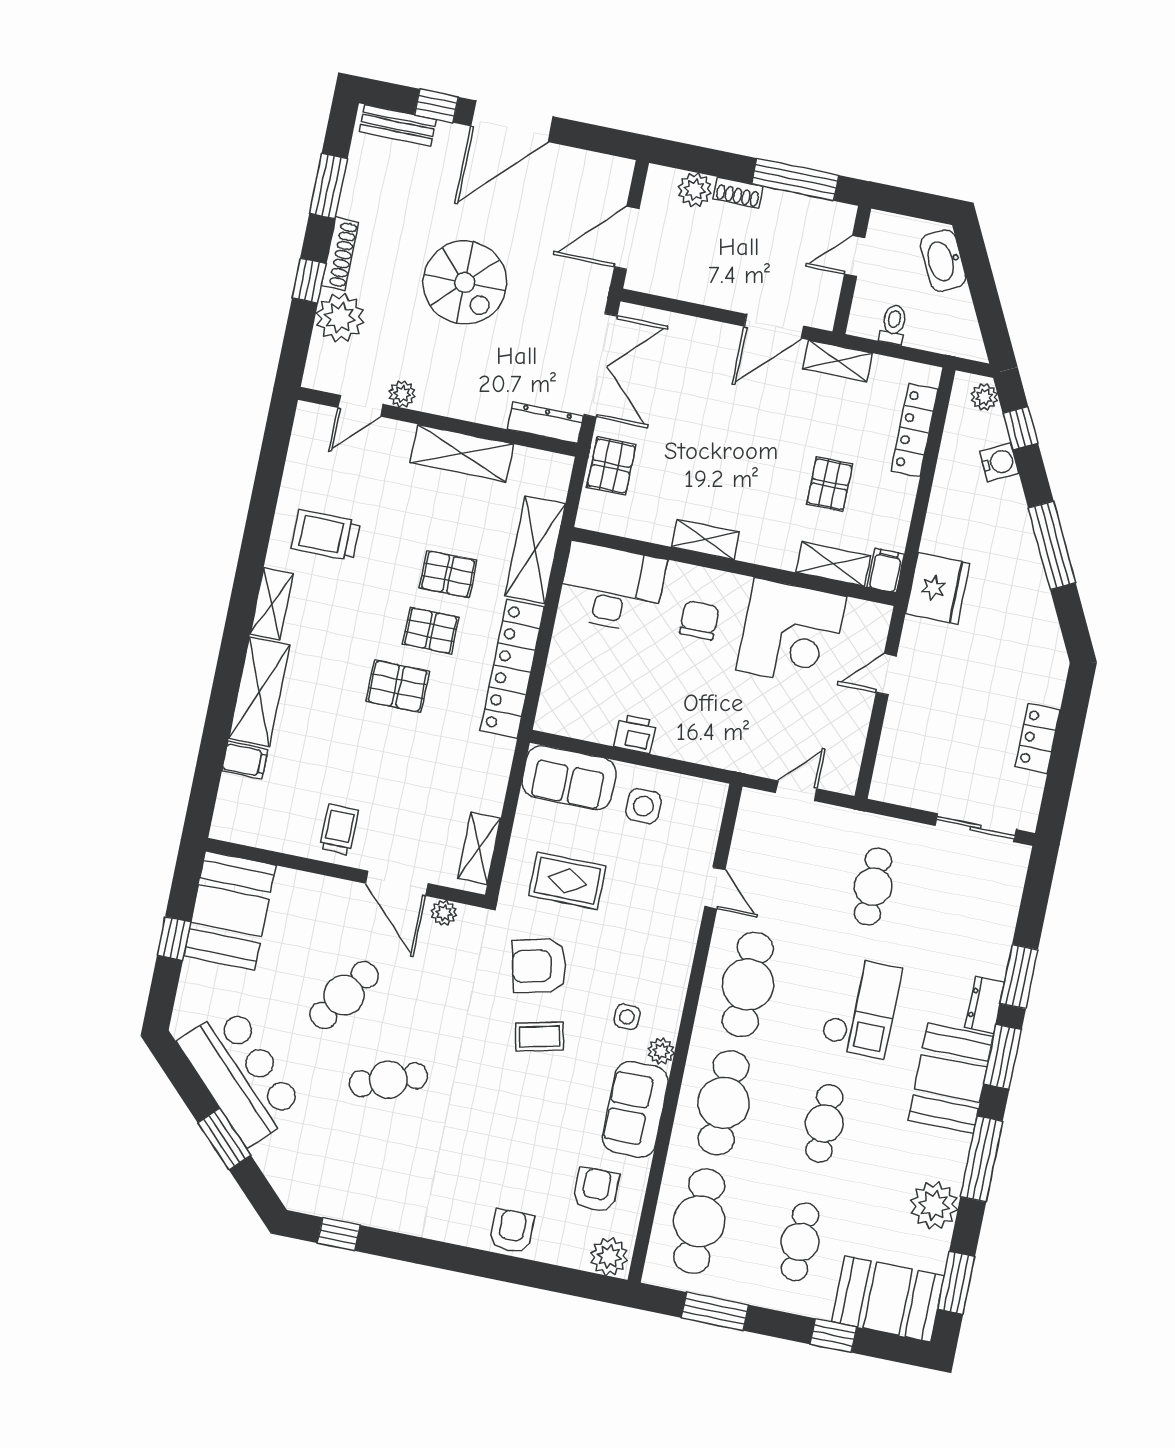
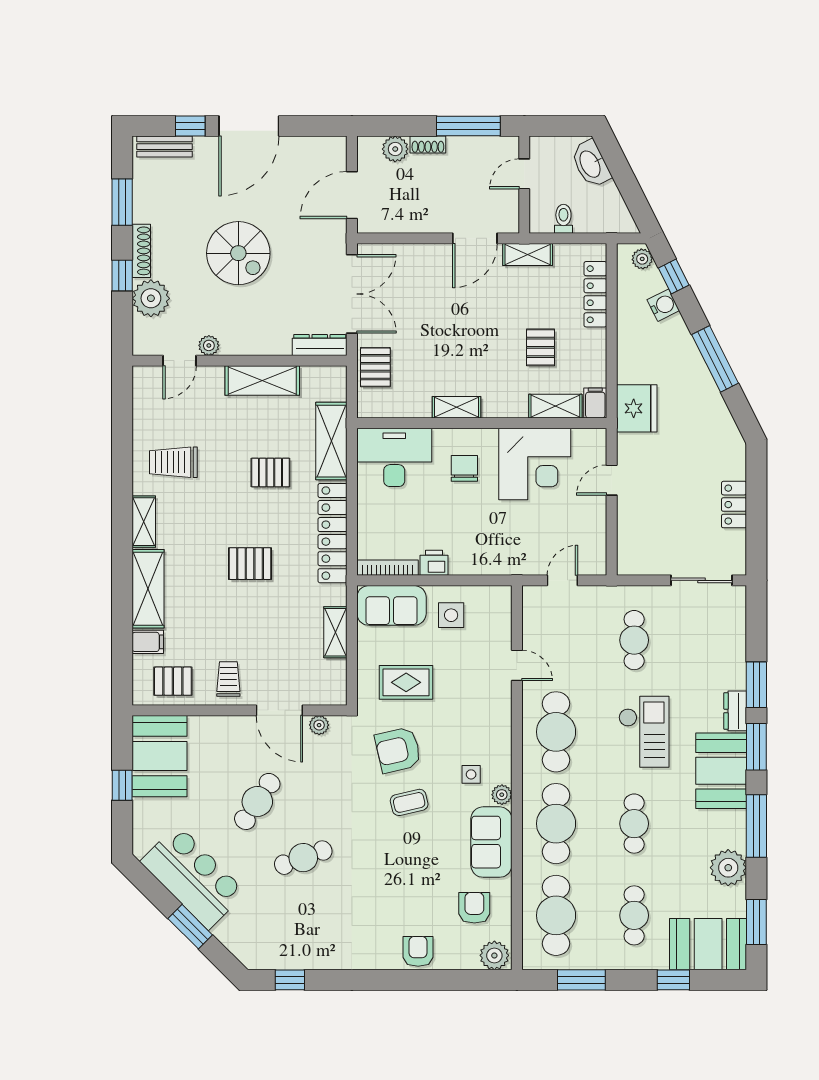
pallet: (431, 631) -> (173, 681), moved
bookcase: (574, 728) -> (388, 568), added
shelving: (479, 848) -> (335, 632), moved

